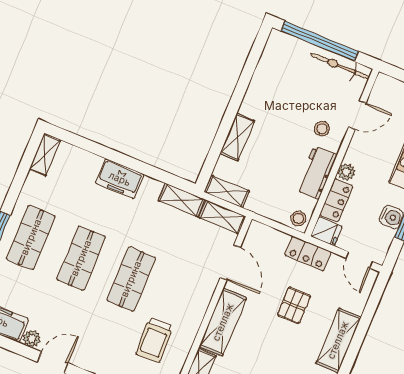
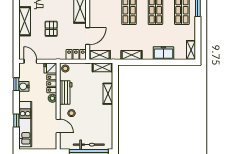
bicycle: (340, 66) -> (89, 145), moved
door: (357, 115) -> (58, 126), swing flipped
freezer: (120, 179) -> (163, 53), moved
shelving: (181, 200) -> (132, 55), moved
locker: (308, 254) -> (76, 55), moved
door: (230, 263) -> (88, 36), swing flipped

